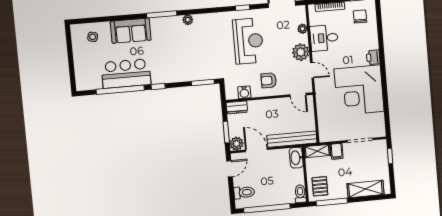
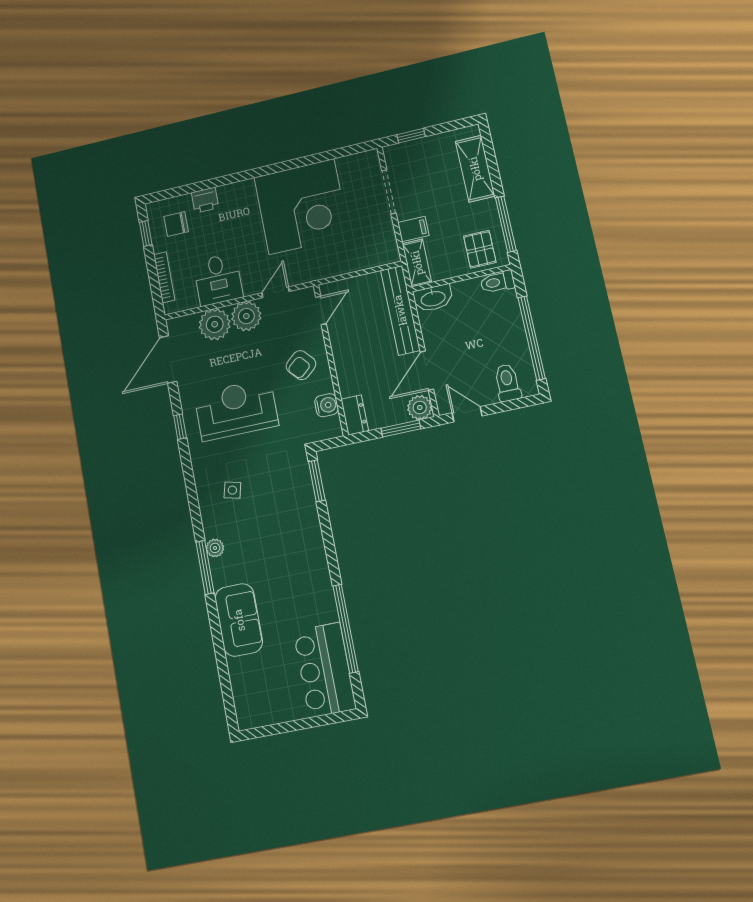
plant: (188, 20) -> (215, 548), moved
plant: (302, 29) -> (215, 324), width x1.88, depth x1.88
side table: (93, 37) -> (232, 490), moved
printer: (373, 57) -> (205, 200), moved
bar counter: (126, 74) -> (325, 670), moved
armchair: (269, 80) -> (301, 365), turned 49
window: (158, 86) -> (332, 560), removed
pallet: (320, 186) -> (480, 249), turned 90

